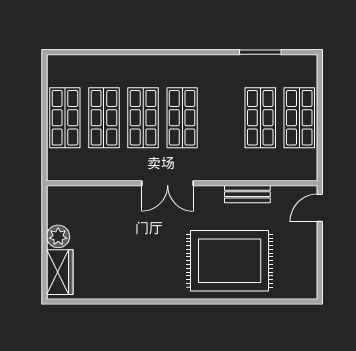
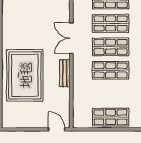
shop shelf: (260, 118) -> (111, 70), moved
bench: (247, 194) -> (65, 73), moved

